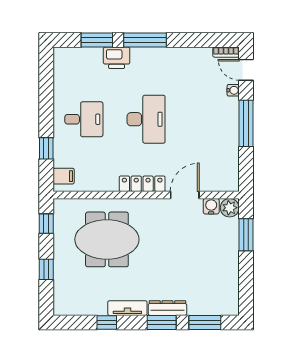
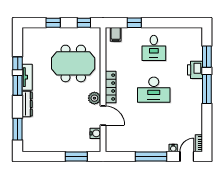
plant: (230, 208) -> (94, 98), moved
meeting table: (107, 239) -> (73, 63), turned 90
window: (162, 322) -> (18, 85), moved

